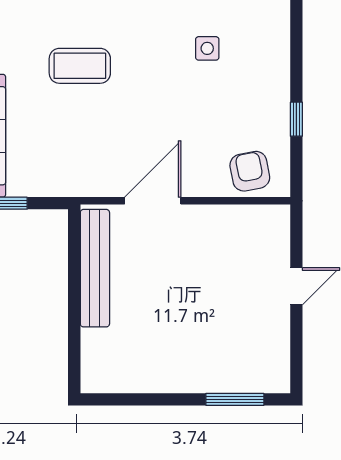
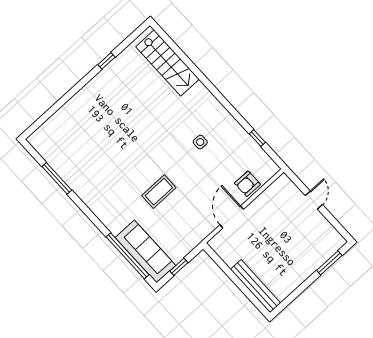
armchair: (250, 171) -> (247, 184), moved, turned -79
bench: (95, 268) -> (255, 286), moved

